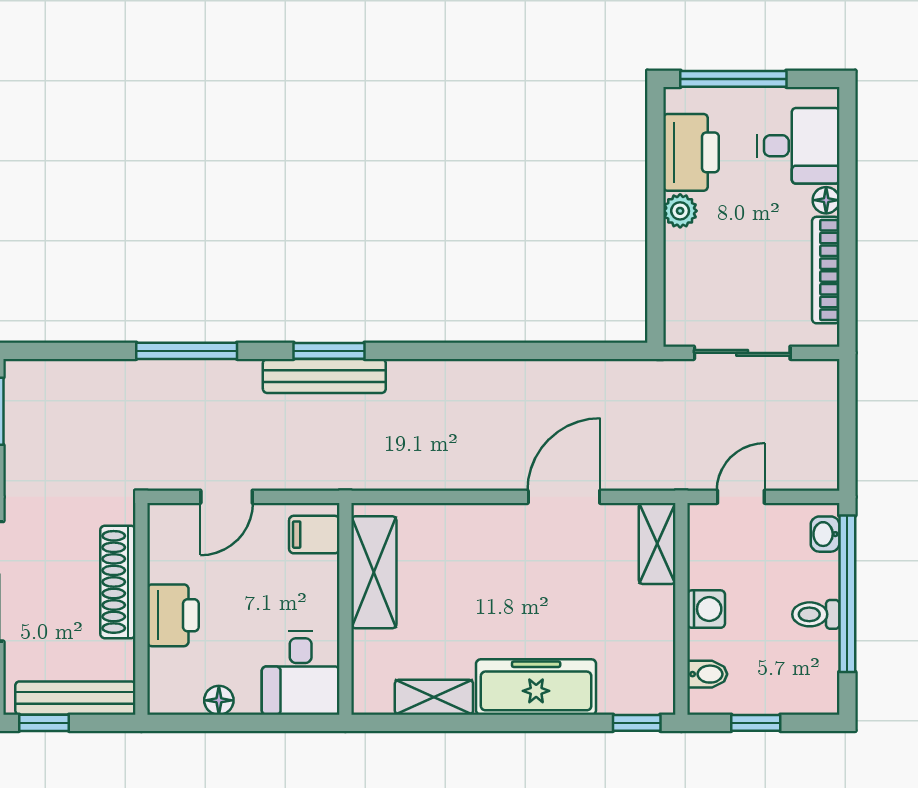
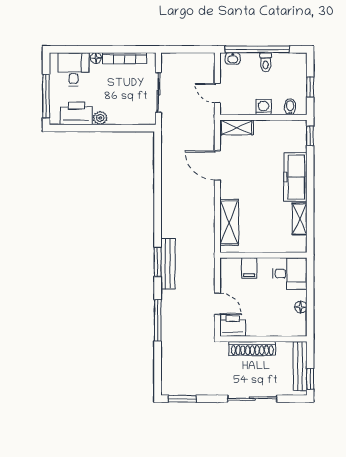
filing cabinet: (314, 535) -> (249, 268), moved
shelving: (374, 572) -> (229, 222), moved, turned 90
printer: (173, 615) -> (233, 326), moved

